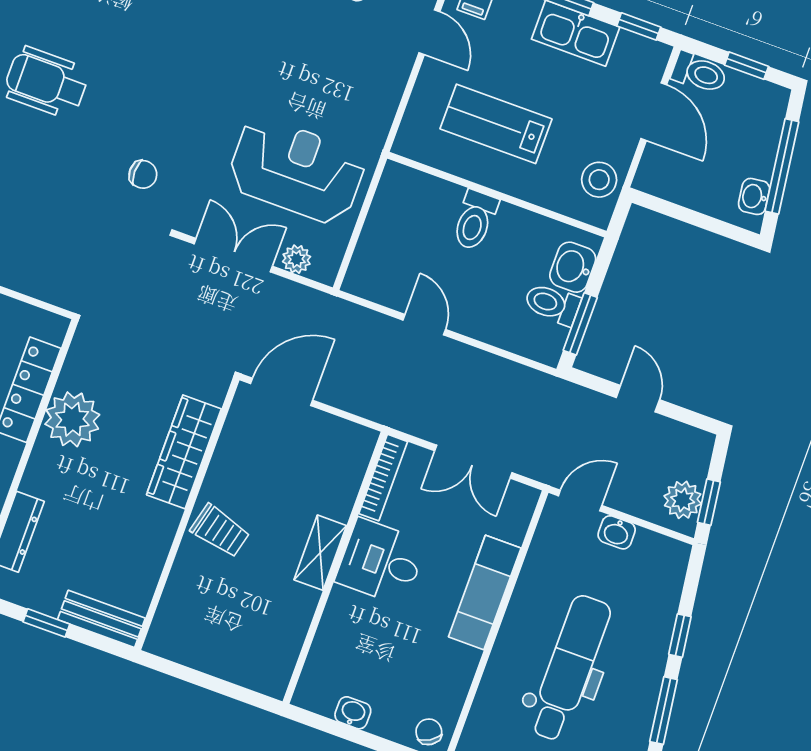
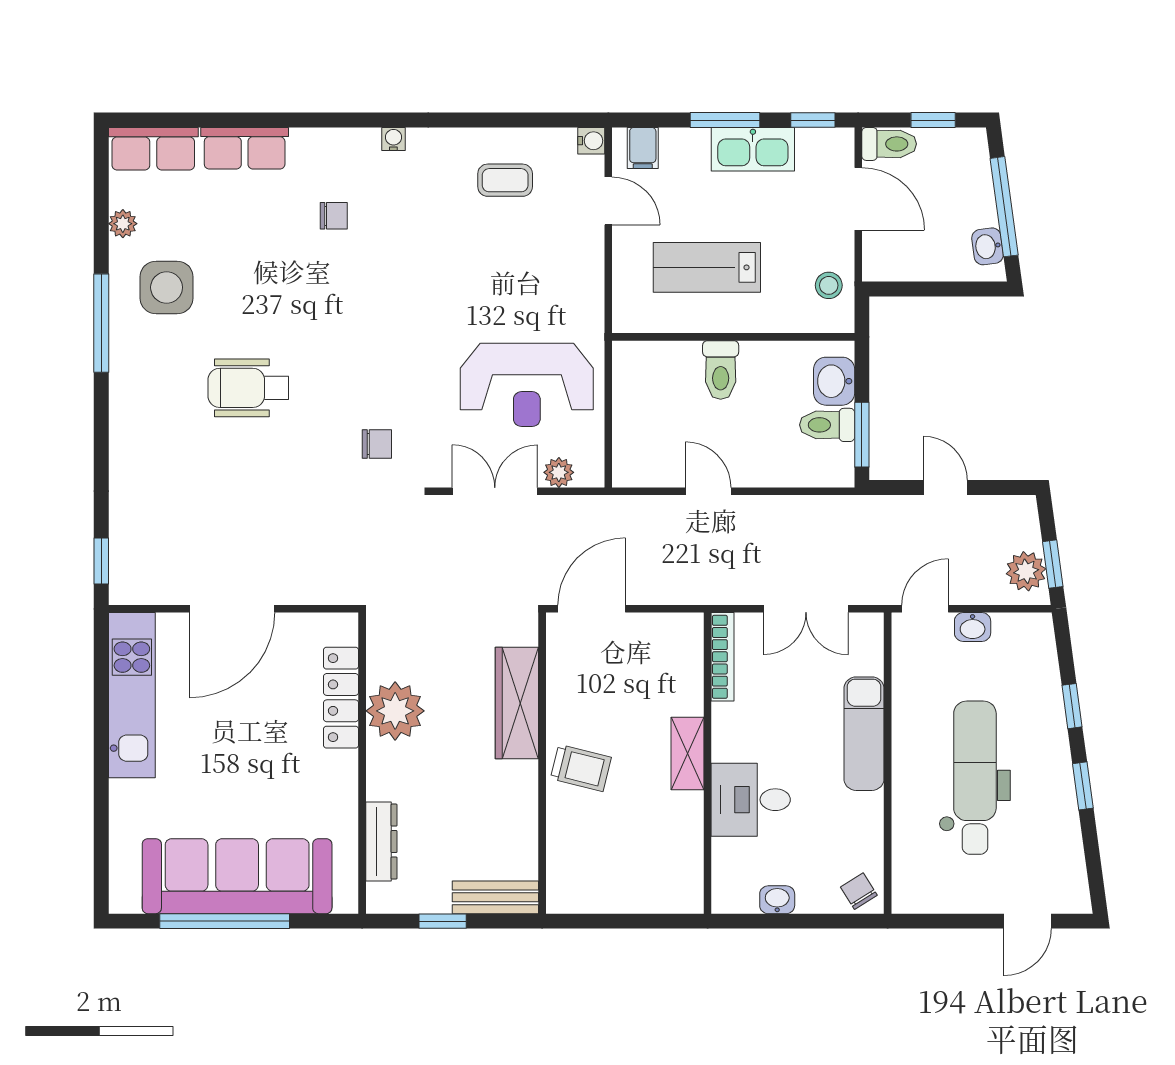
reception desk: (297, 170) -> (527, 385), turned 180
stool: (599, 180) -> (829, 285), width x0.73, depth x0.73
desk: (381, 562) -> (751, 800), moved
window: (664, 711) -> (1083, 786), width x0.67

